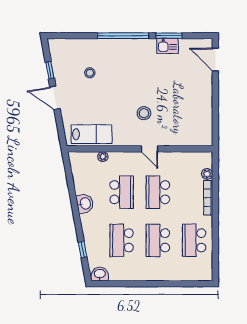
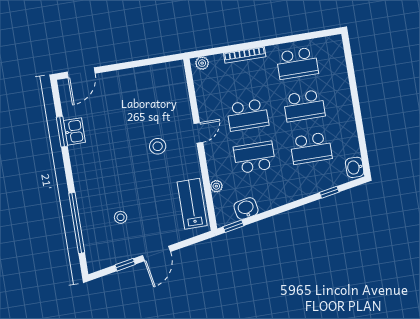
window: (123, 36) -> (77, 223), moved
window: (67, 165) -> (233, 226), added
plant: (207, 174) -> (202, 63), moved
washbasin: (85, 204) -> (246, 208), moved

